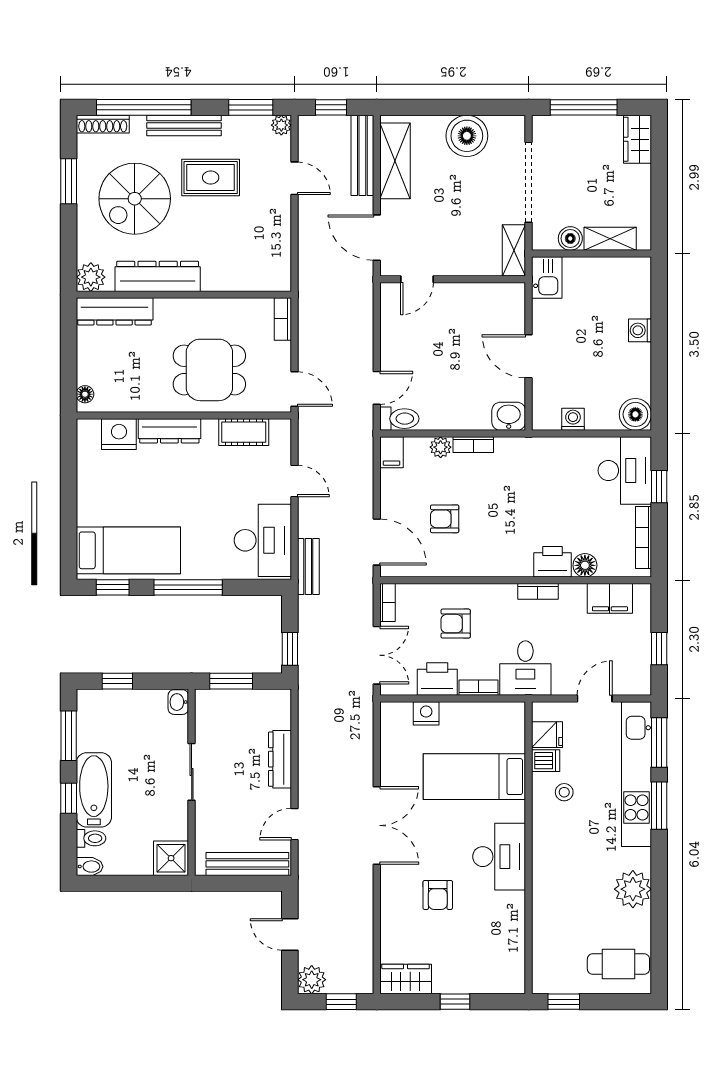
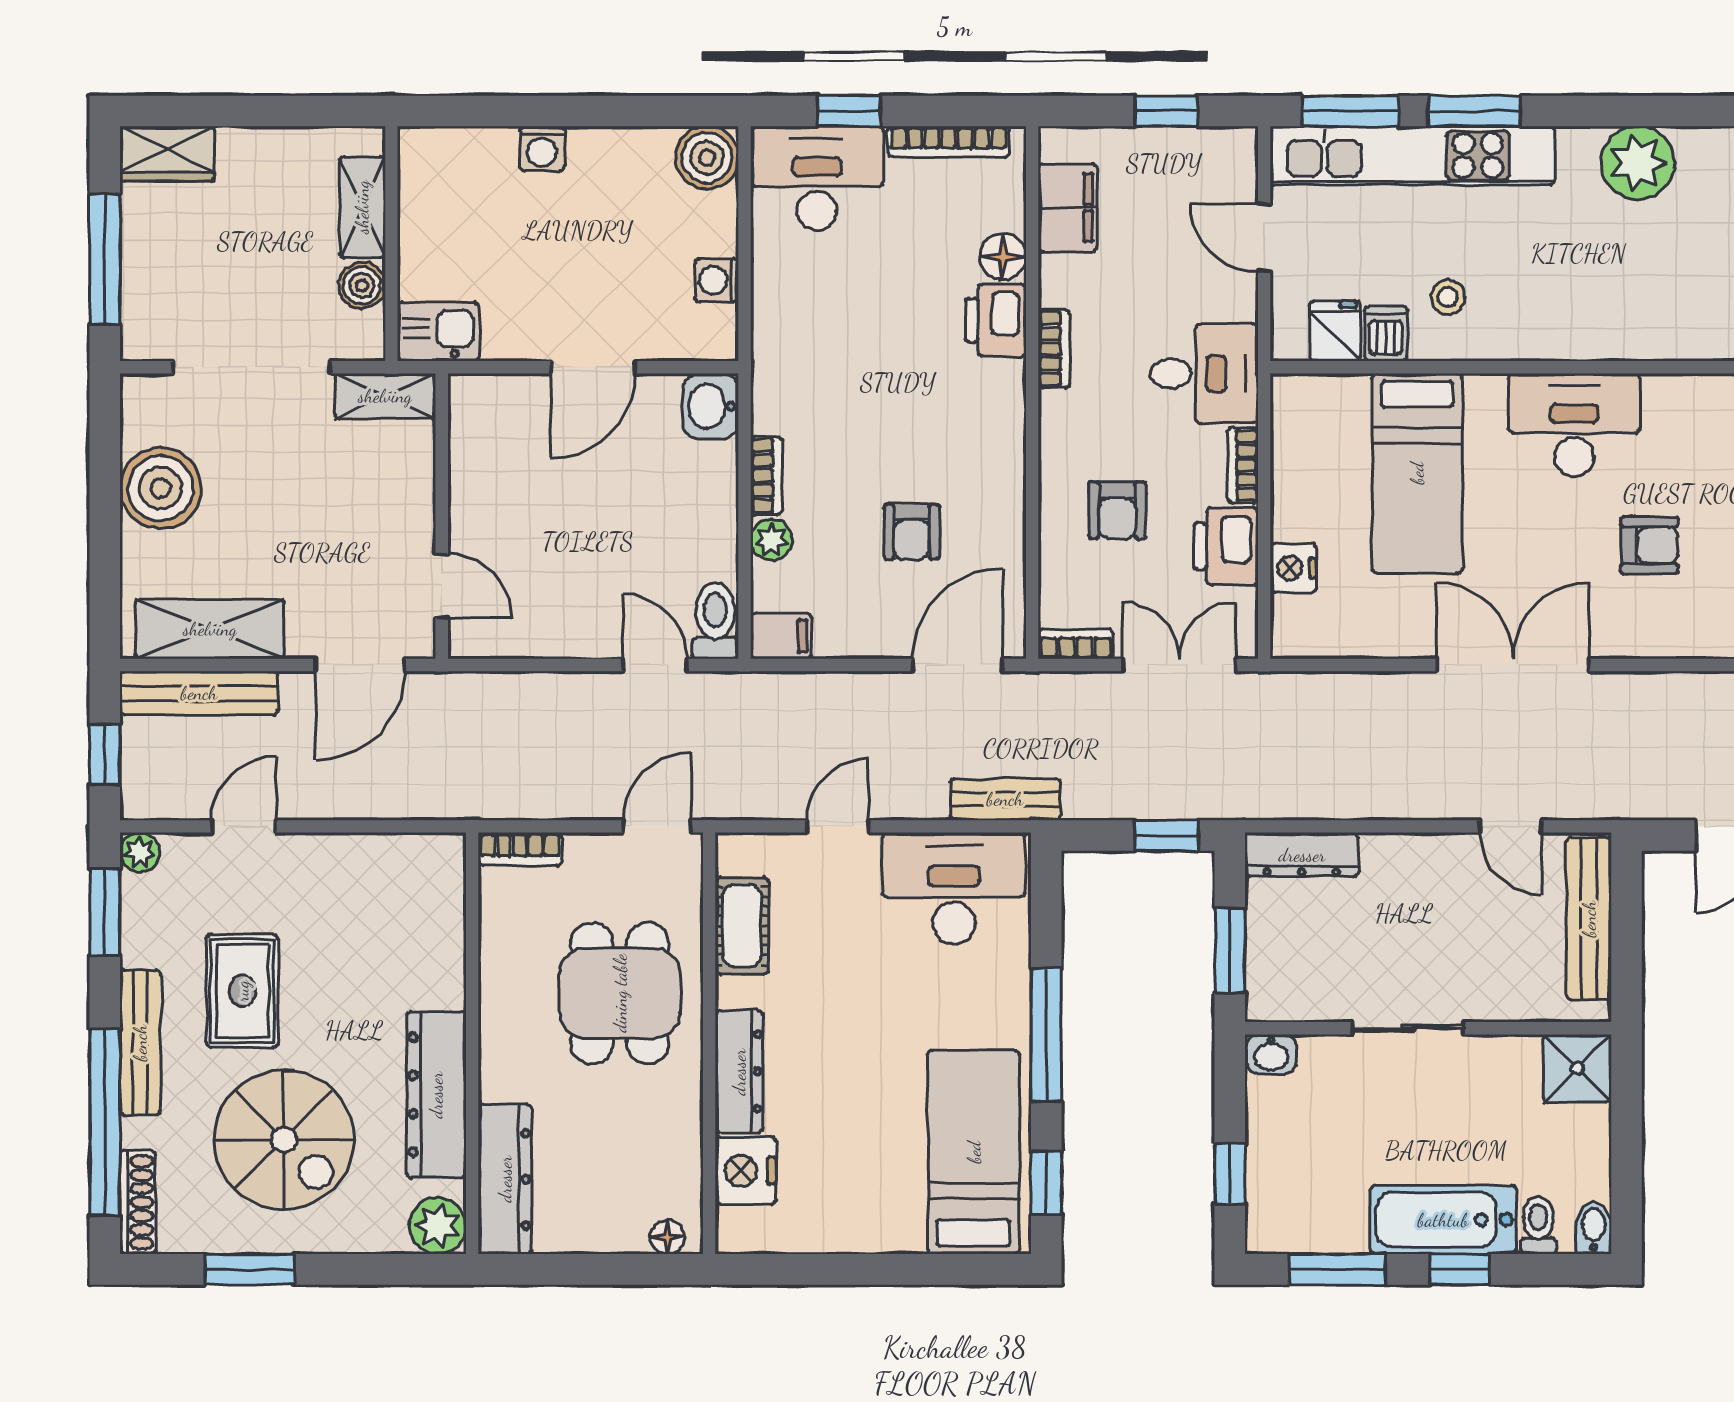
dresser: (280, 759) -> (1302, 855), moved

